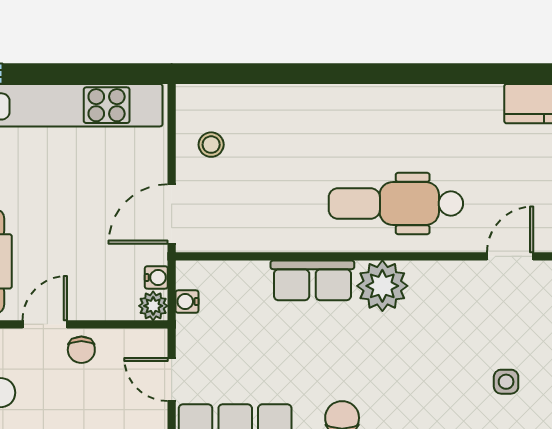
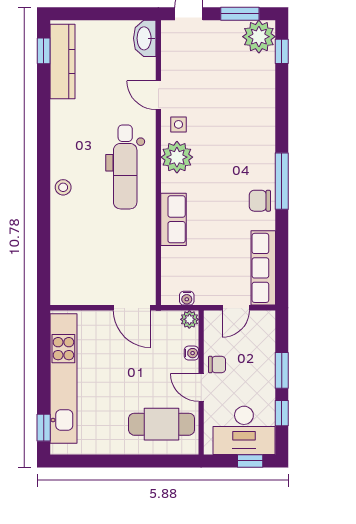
stool: (211, 145) -> (63, 187), moved
water cooler: (156, 277) -> (191, 353), moved, turned 90
plant: (382, 286) -> (177, 157), moved
side table: (506, 382) -> (178, 124), moved

